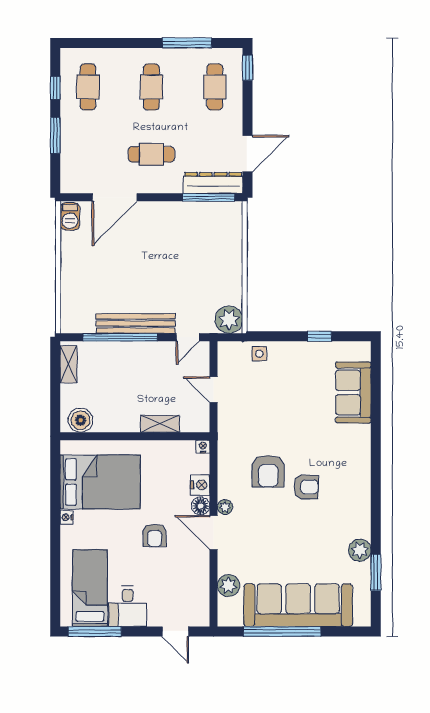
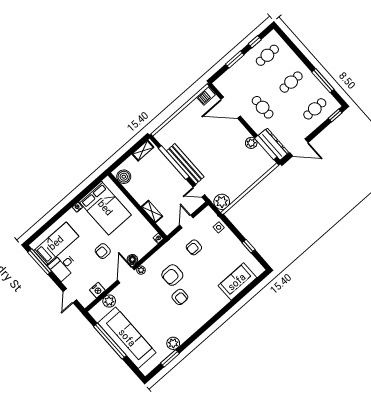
plant: (185, 211) -> (251, 143), added
armchair: (257, 410) -> (194, 247), added
nightstand: (200, 485) -> (97, 290), moved

